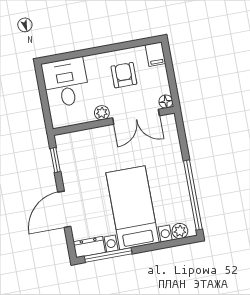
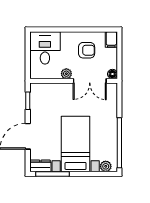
armchair: (124, 75) -> (87, 50), turned 90

